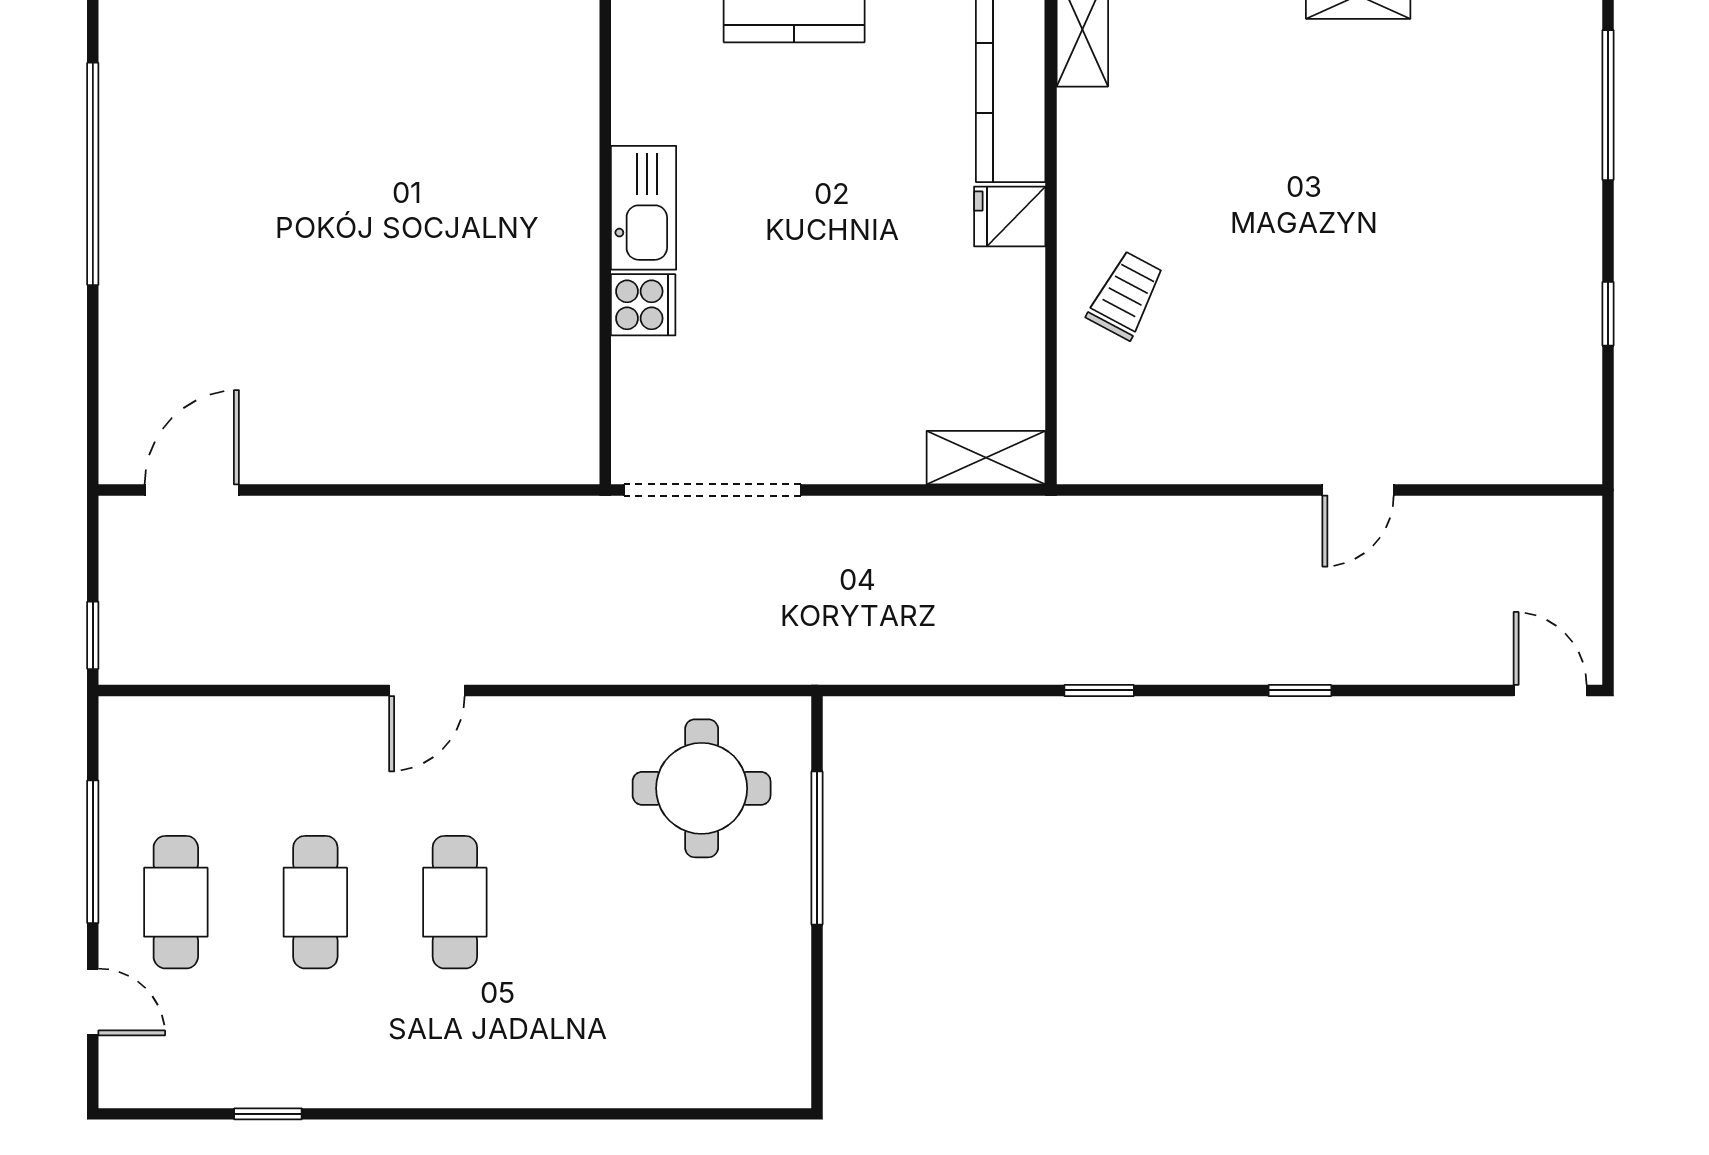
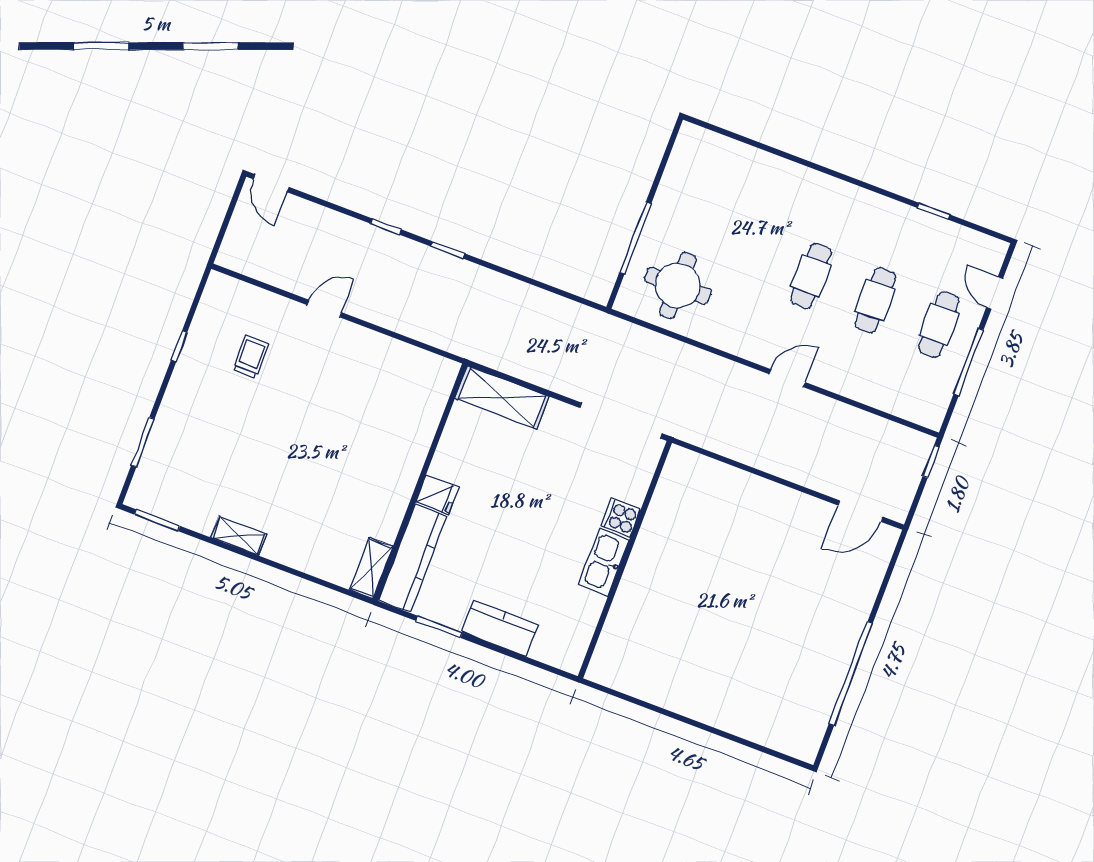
window: (1608, 105) -> (143, 442), width x0.69
trolley: (1126, 295) -> (251, 357), moved, turned 152
shelving: (986, 458) -> (502, 397), width x1.50, depth x1.33
window: (1099, 690) -> (448, 250), moved

